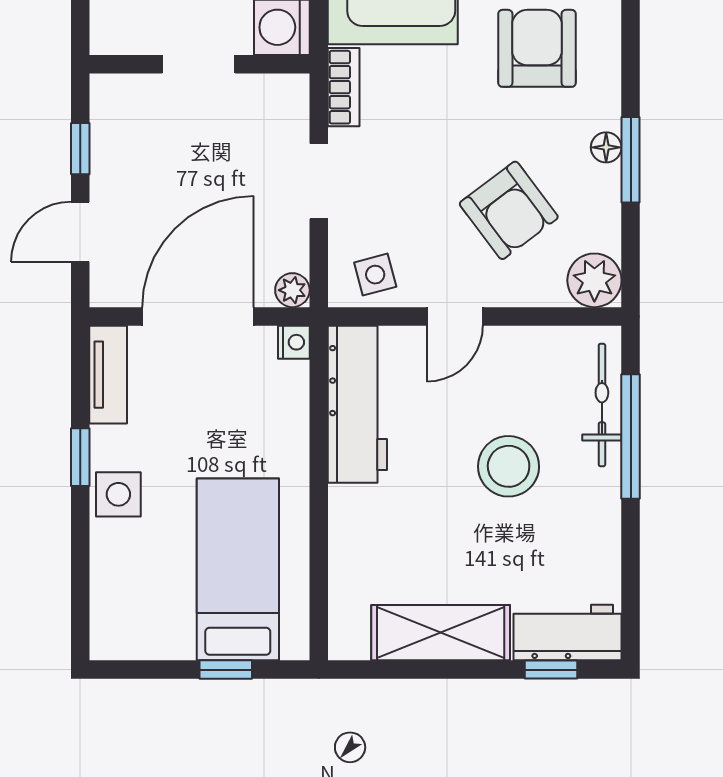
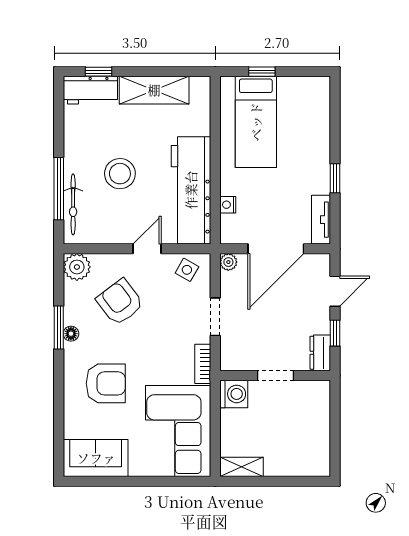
armchair: (537, 48) -> (106, 383), turned -90
dresser: (110, 109) -> (320, 353), added
side table: (375, 275) -> (187, 270), turned 45
nightstand: (294, 342) -> (228, 205), moved
workbench: (357, 404) -> (191, 190), width x1.36, depth x1.32
side table: (118, 494) -> (316, 160), removed

